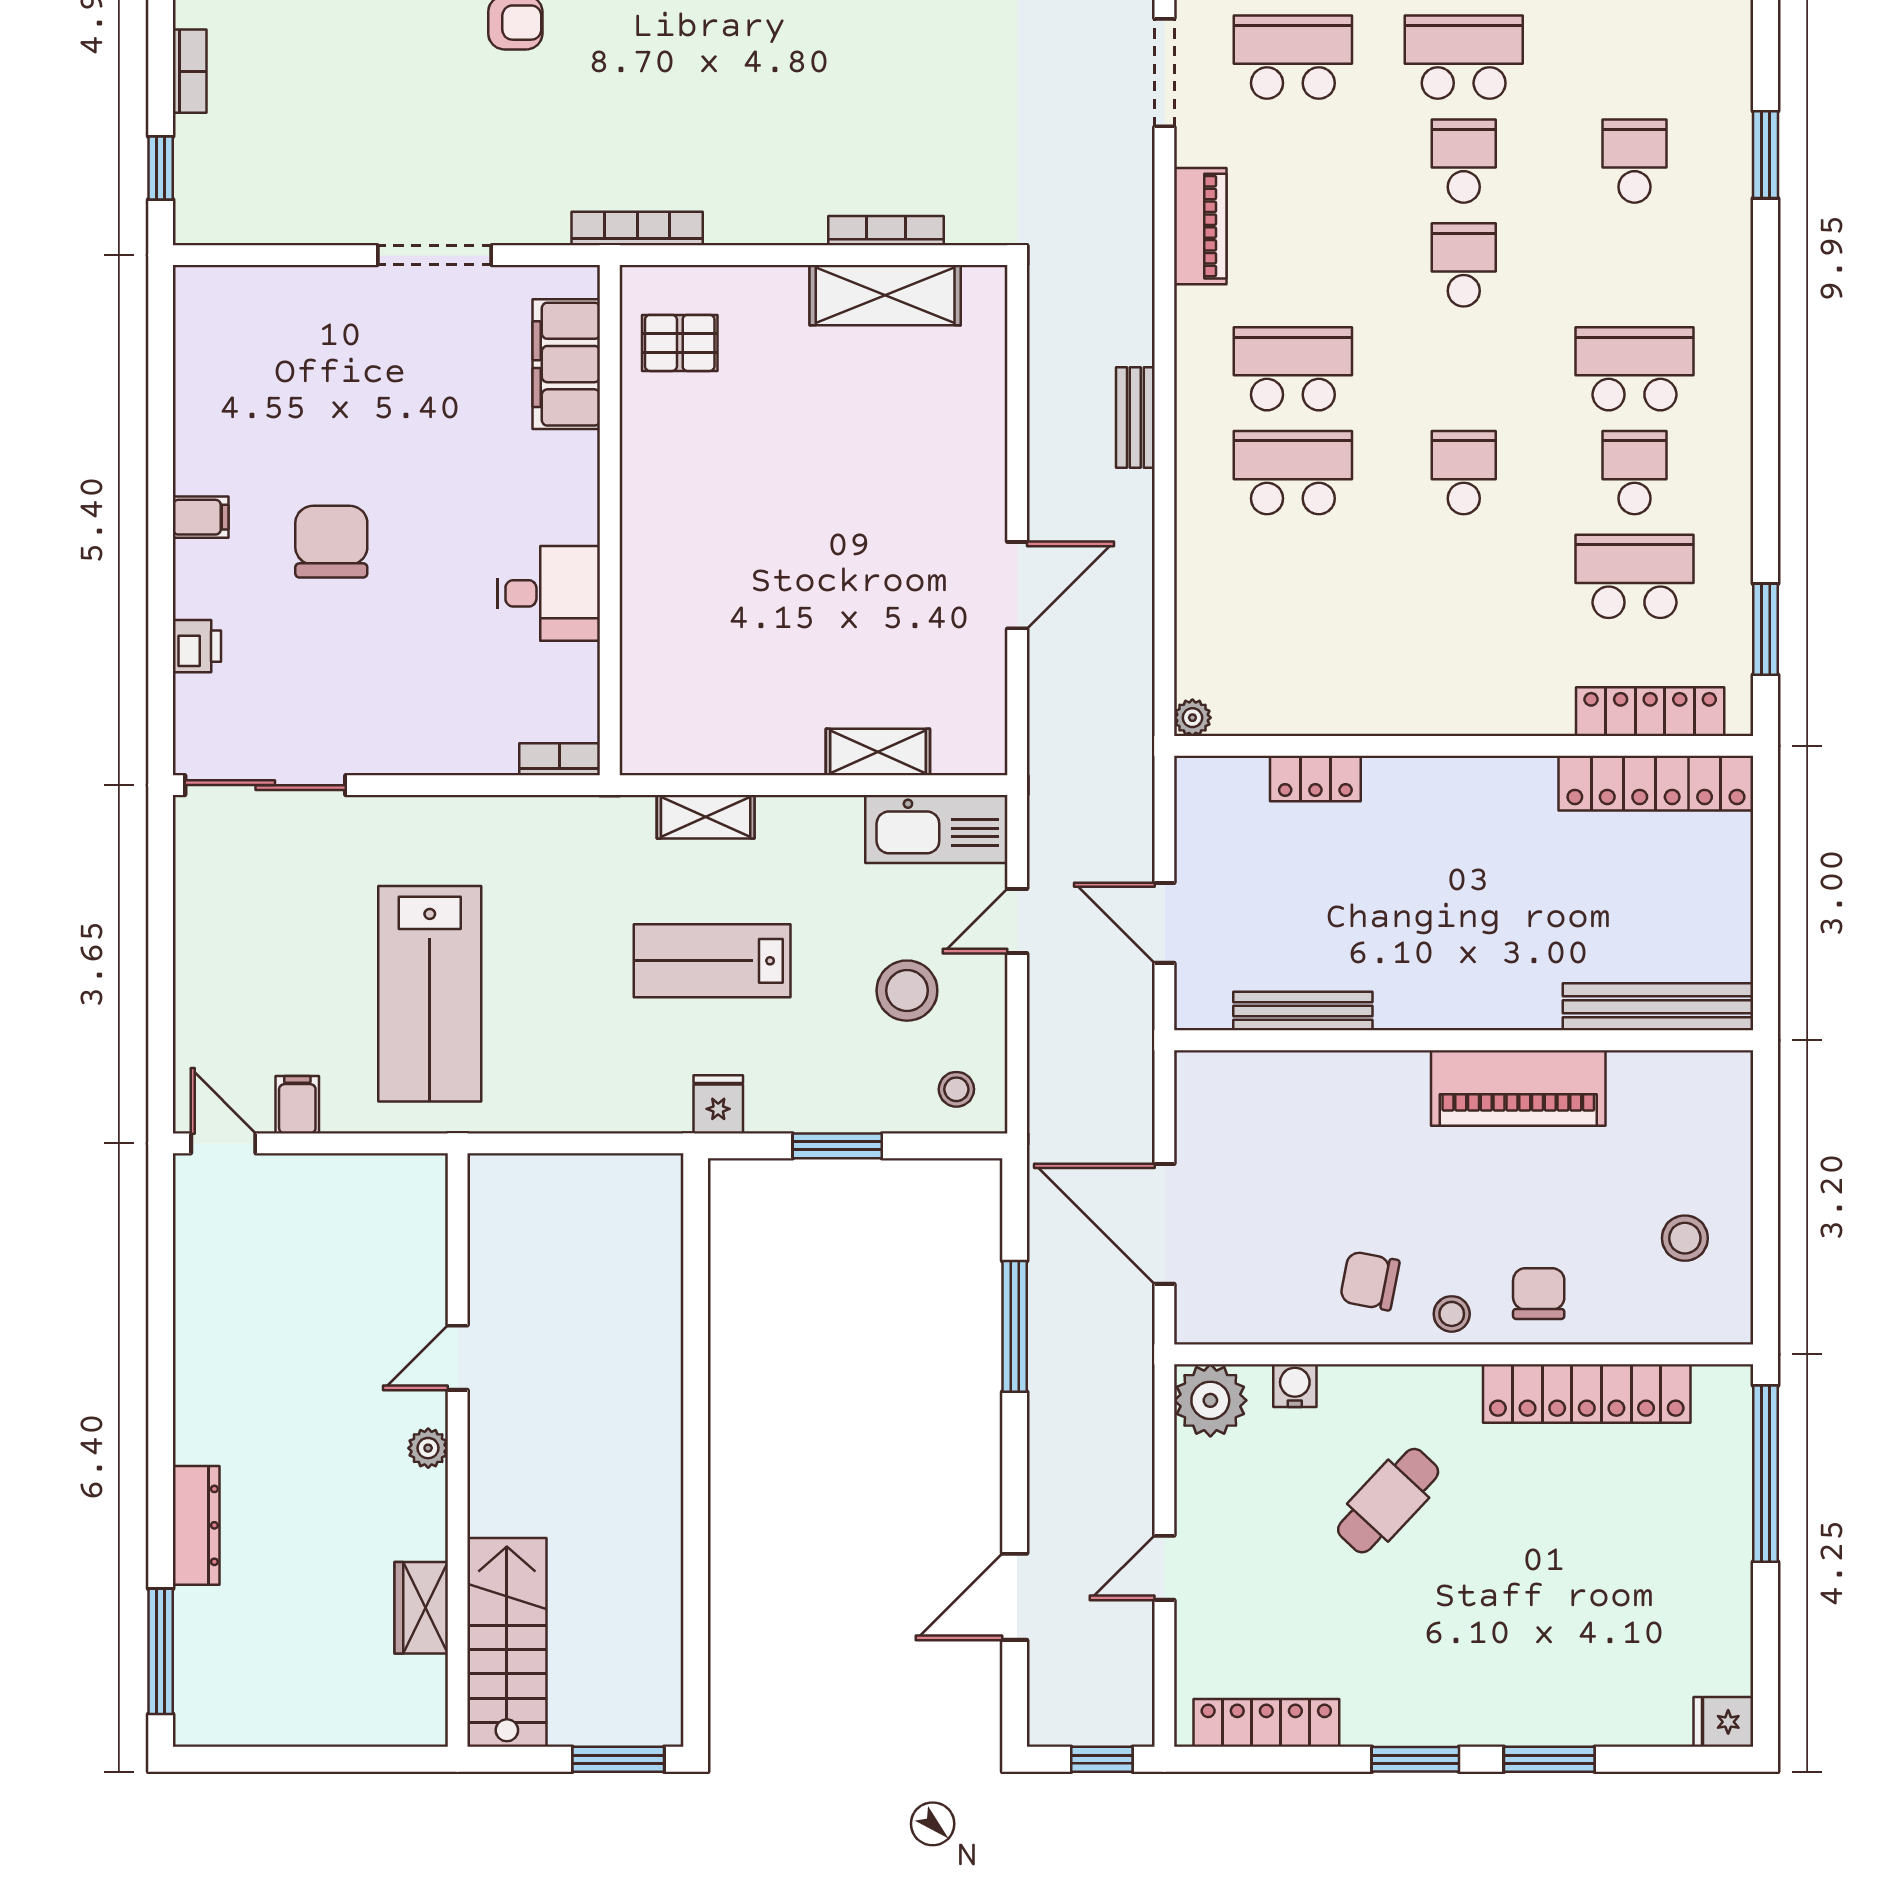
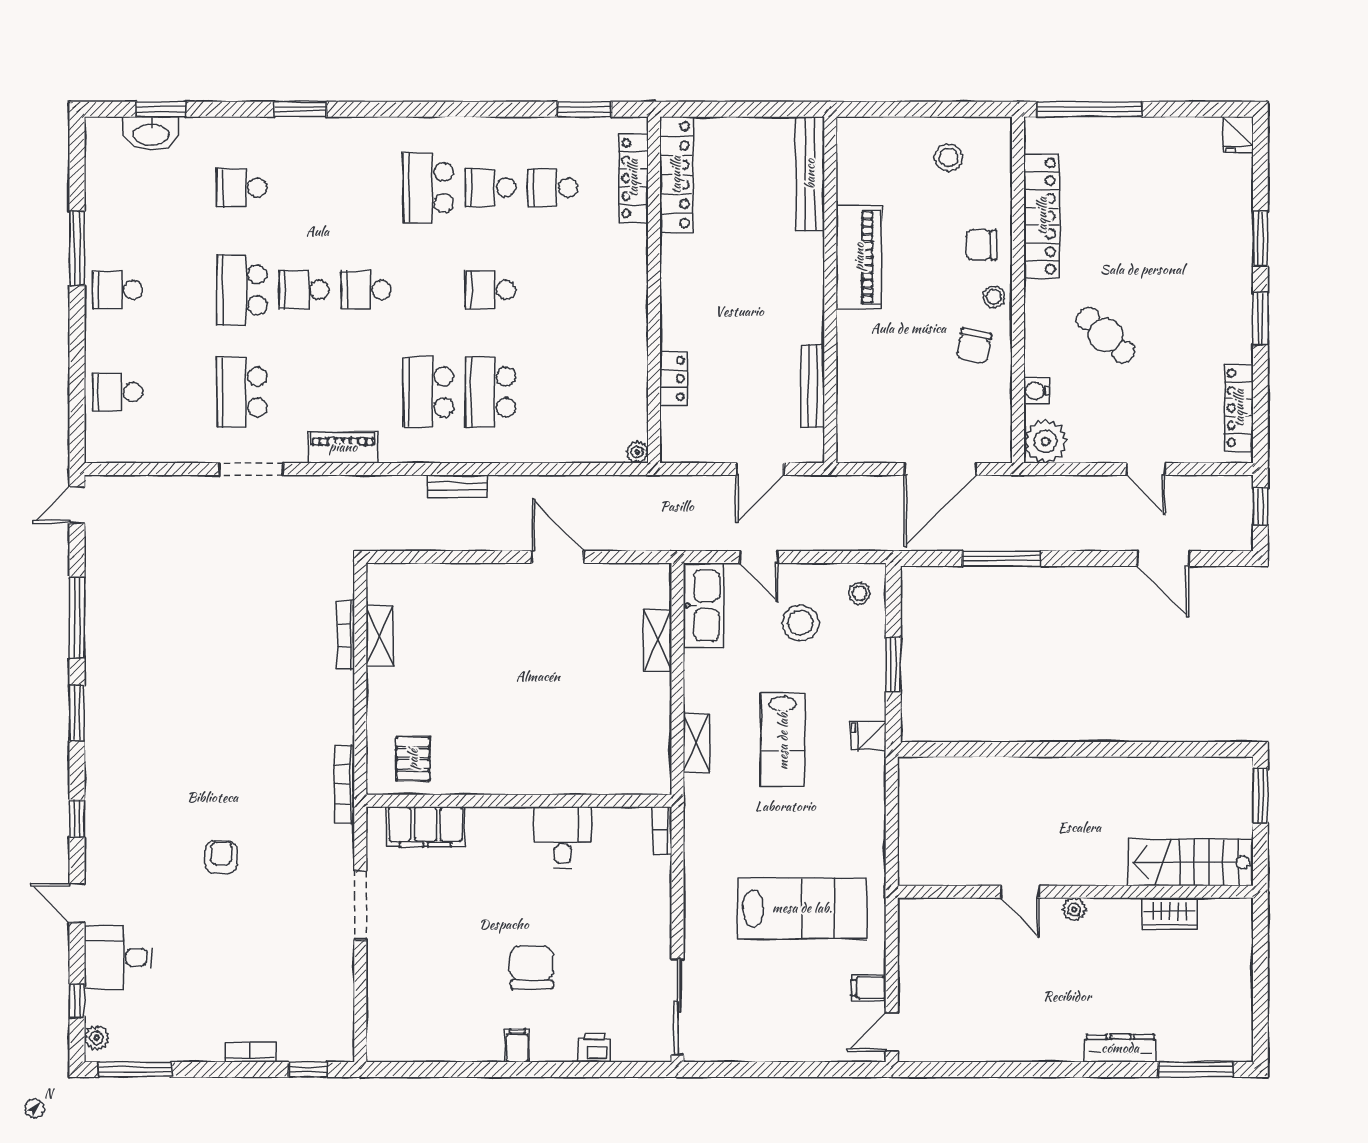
school desk: (1634, 161) -> (242, 188), moved
shelving: (885, 295) -> (380, 636), width x0.67, depth x0.75
chair: (331, 542) -> (532, 967), turned 90
school desk: (1634, 576) -> (553, 188), width x0.54

